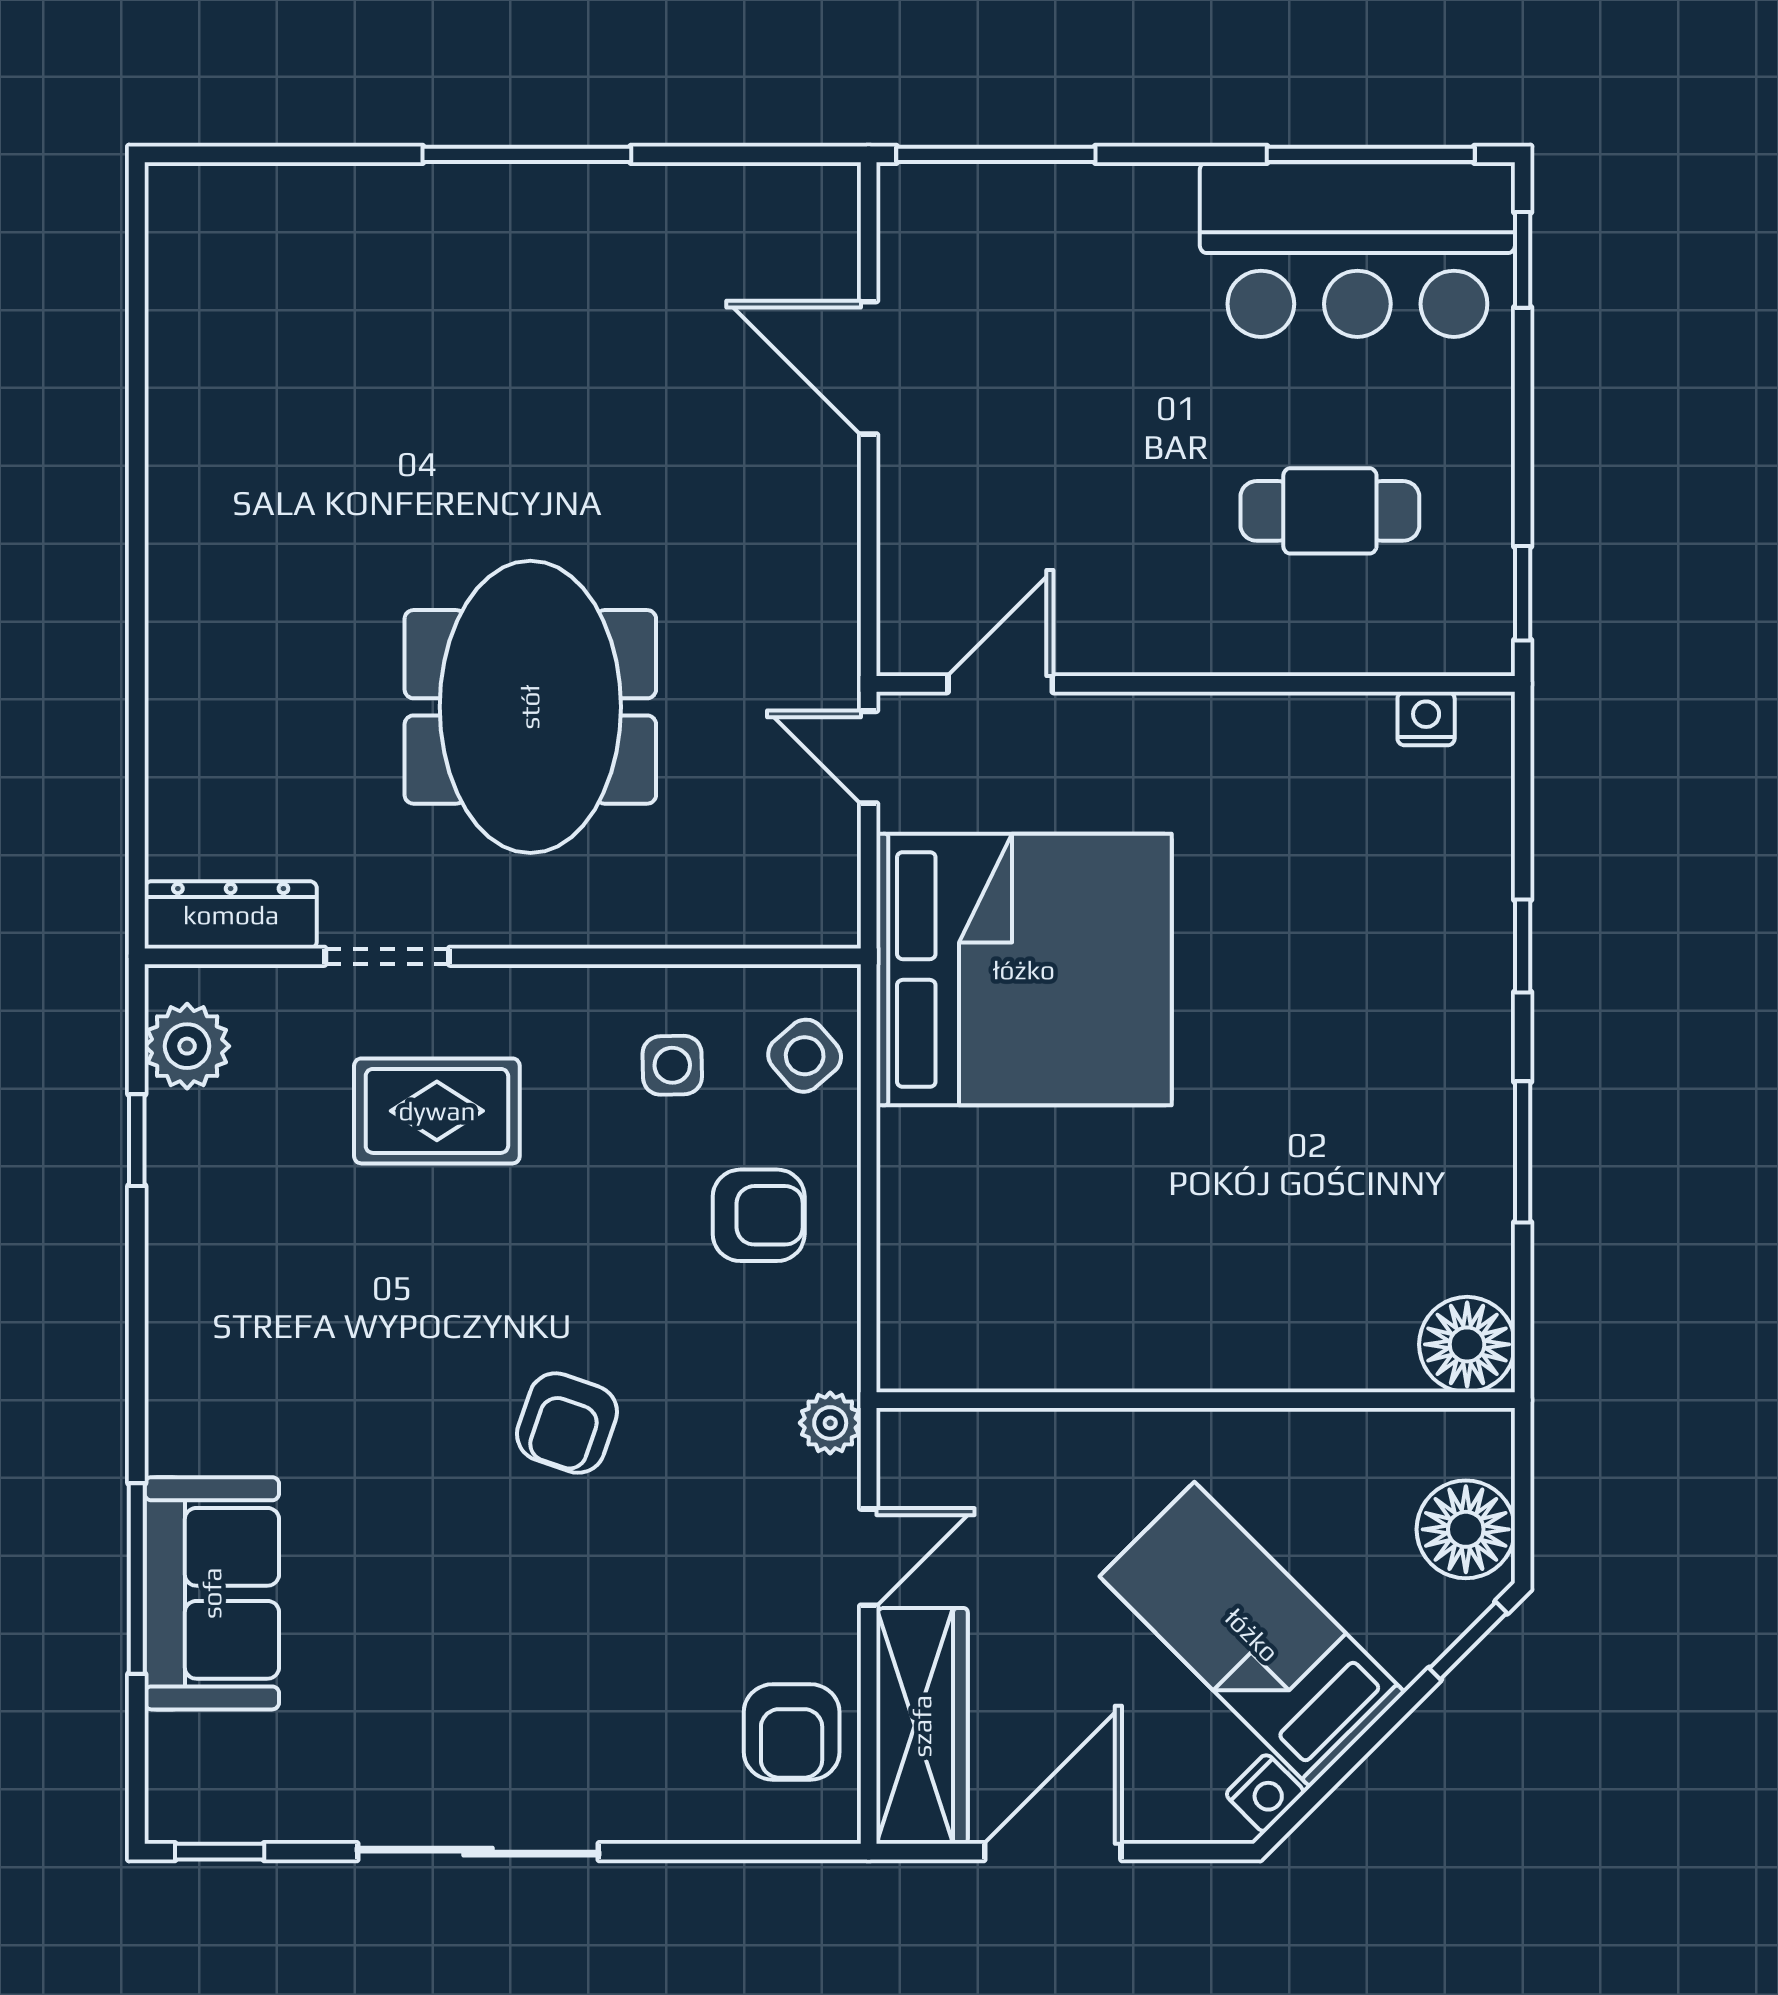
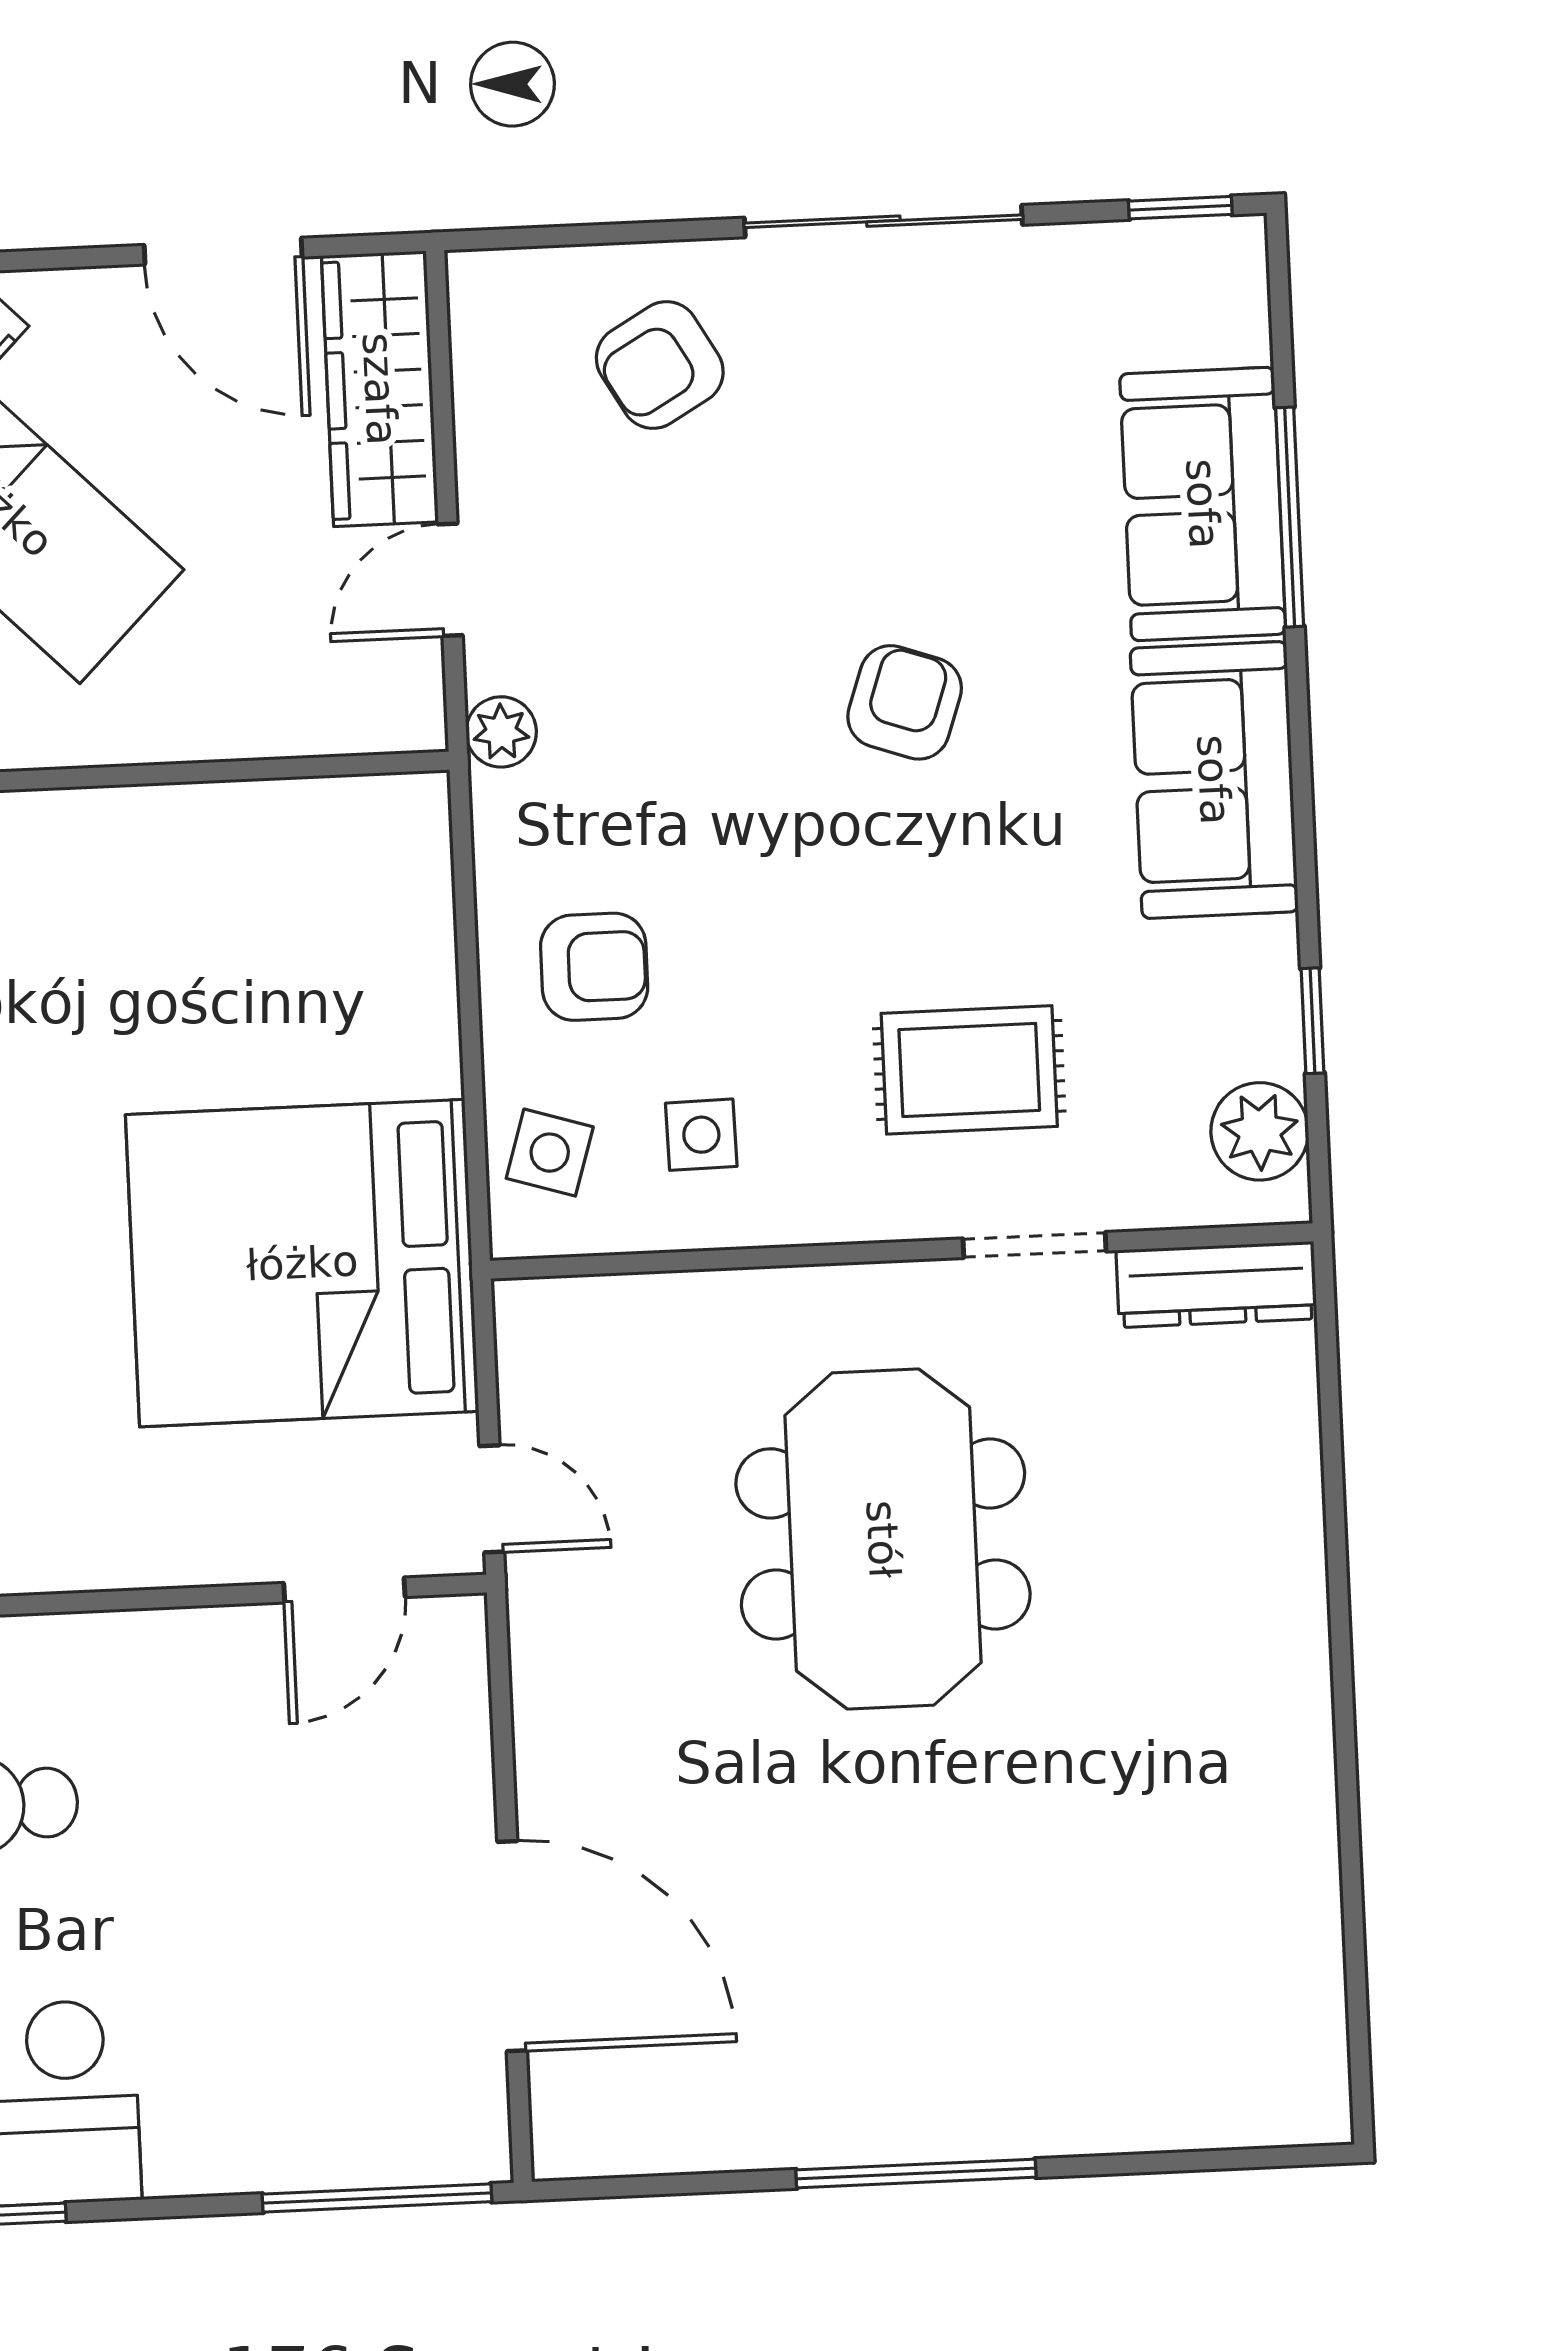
door: (869, 368) -> (512, 1946), width x1.36
side table: (805, 1056) -> (550, 1153), turned -32
armchair: (759, 1215) -> (594, 967), turned 180
sofa: (213, 1353) -> (1214, 780), added
armchair: (567, 1423) -> (905, 702), moved
armchair: (792, 1732) -> (660, 365), moved, turned -120
door: (1053, 1852) -> (223, 251), hinge flipped

